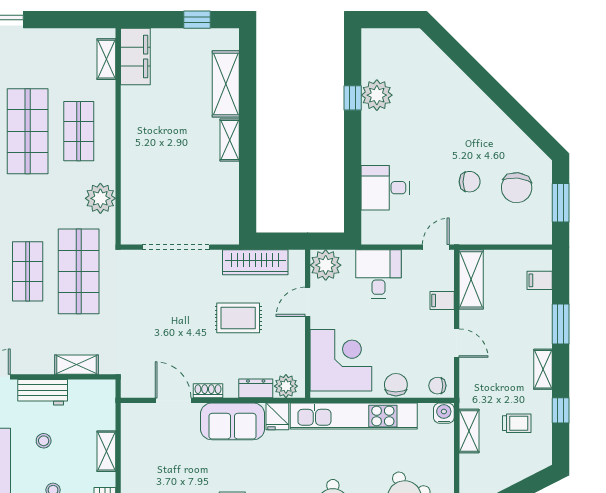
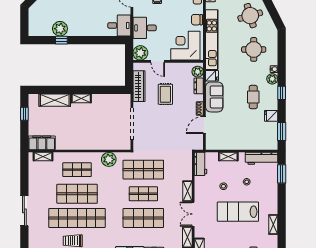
desk: (385, 188) -> (119, 25), moved, turned -90
shelving: (77, 365) -> (187, 191), moved
workbench: (43, 392) -> (201, 164), moved

